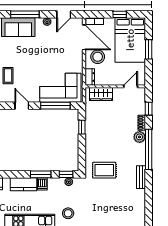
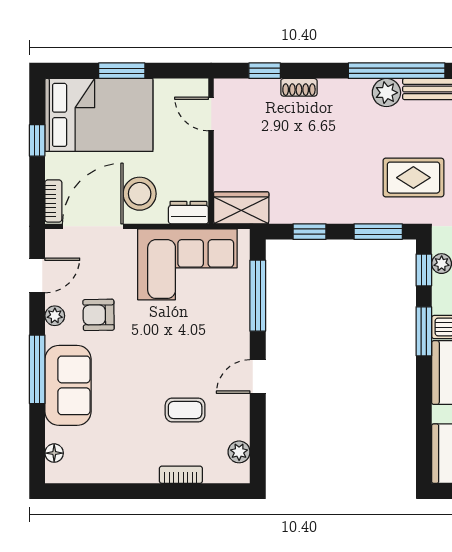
door: (64, 14) -> (37, 275), hinge flipped
armchair: (47, 40) -> (99, 315), added
corner sofa: (60, 88) -> (187, 264), moved, turned -90
wardrobe: (101, 94) -> (241, 208), moved, turned -90
plant: (140, 137) -> (386, 93), moved
window: (149, 149) -> (397, 71), moved
window: (82, 156) -> (378, 232), added
rug: (104, 170) -> (413, 178), turned 90

